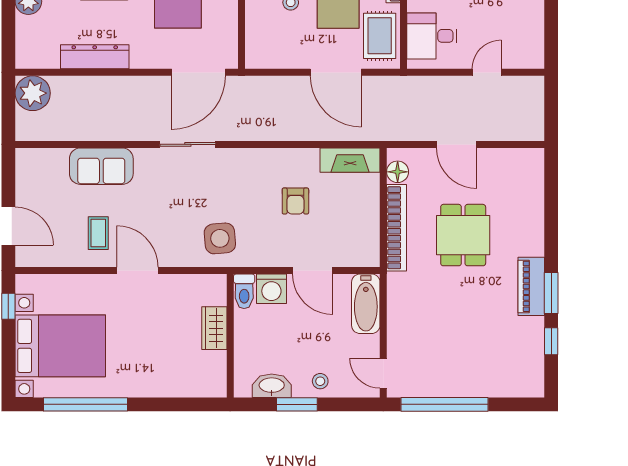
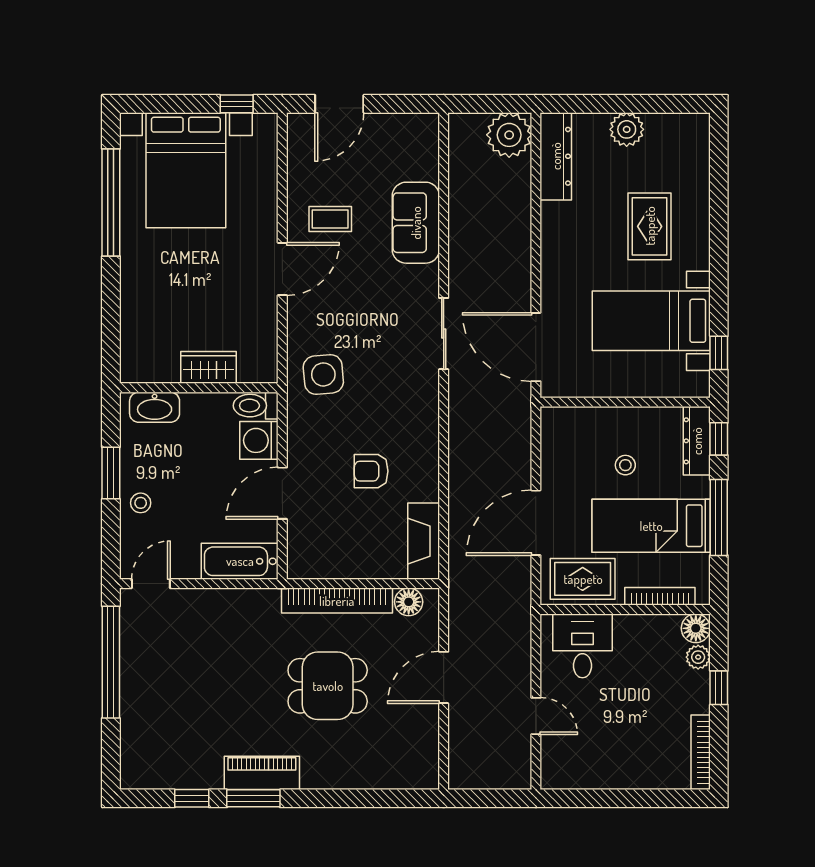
dresser: (95, 57) -> (556, 156), moved
washbasin: (272, 386) -> (155, 407), moved, turned 90

